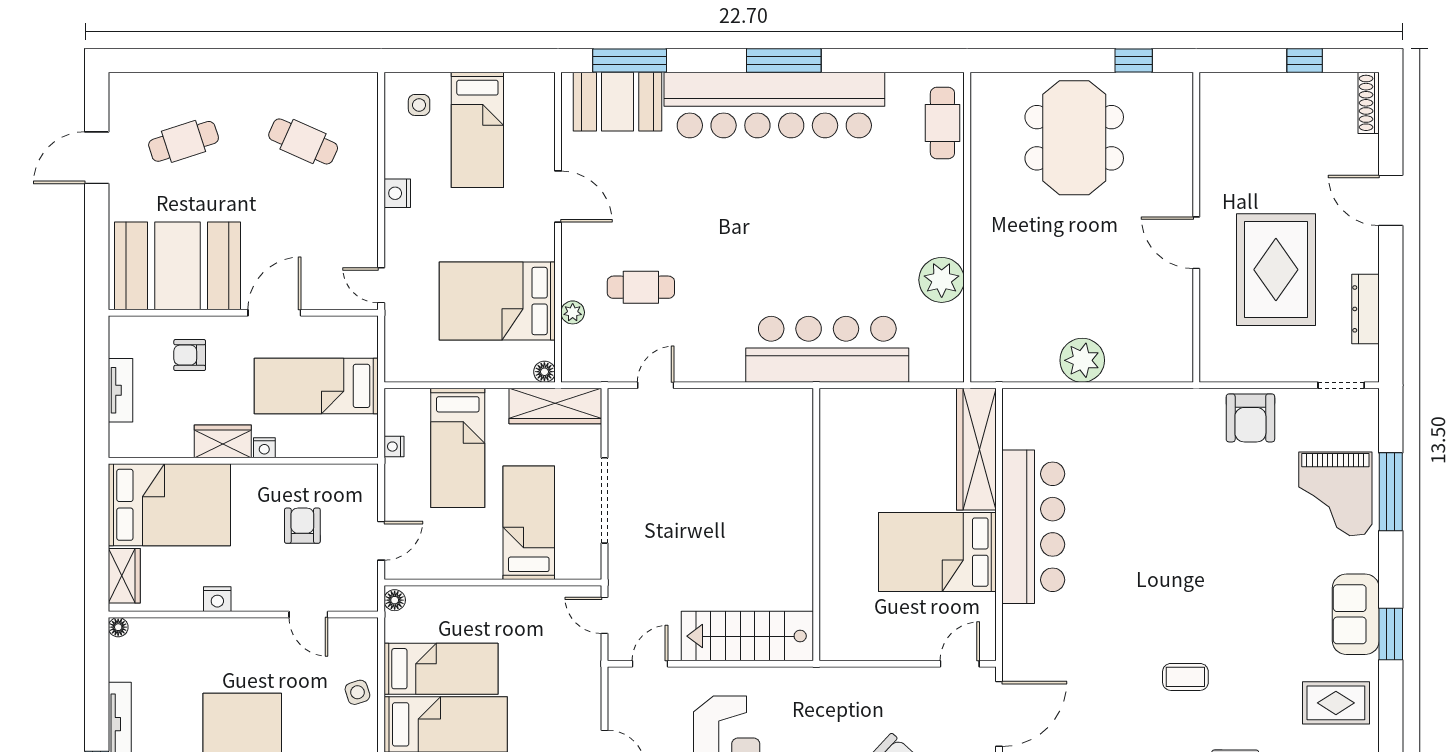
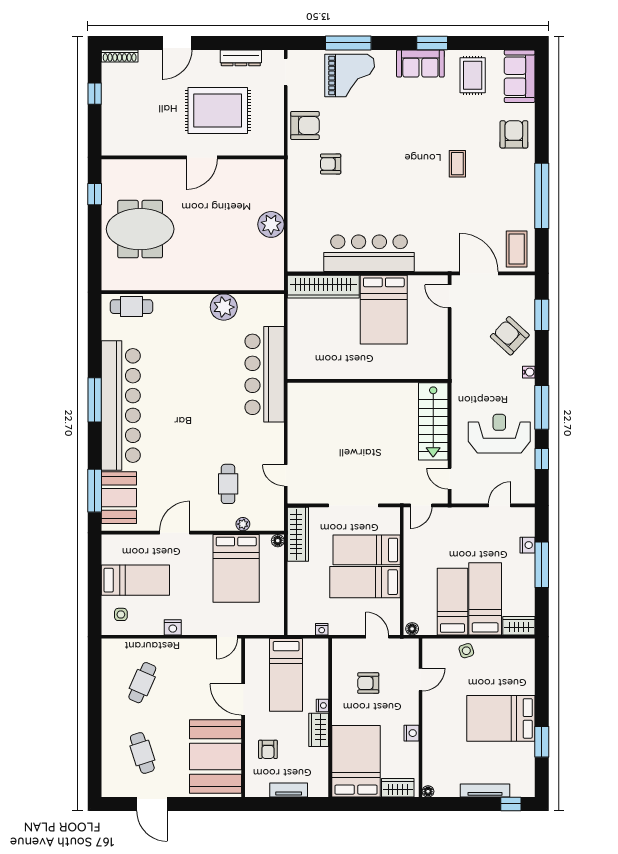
bed: (458, 448) -> (365, 582), moved, turned 180
armchair: (1185, 462) -> (331, 164), added

